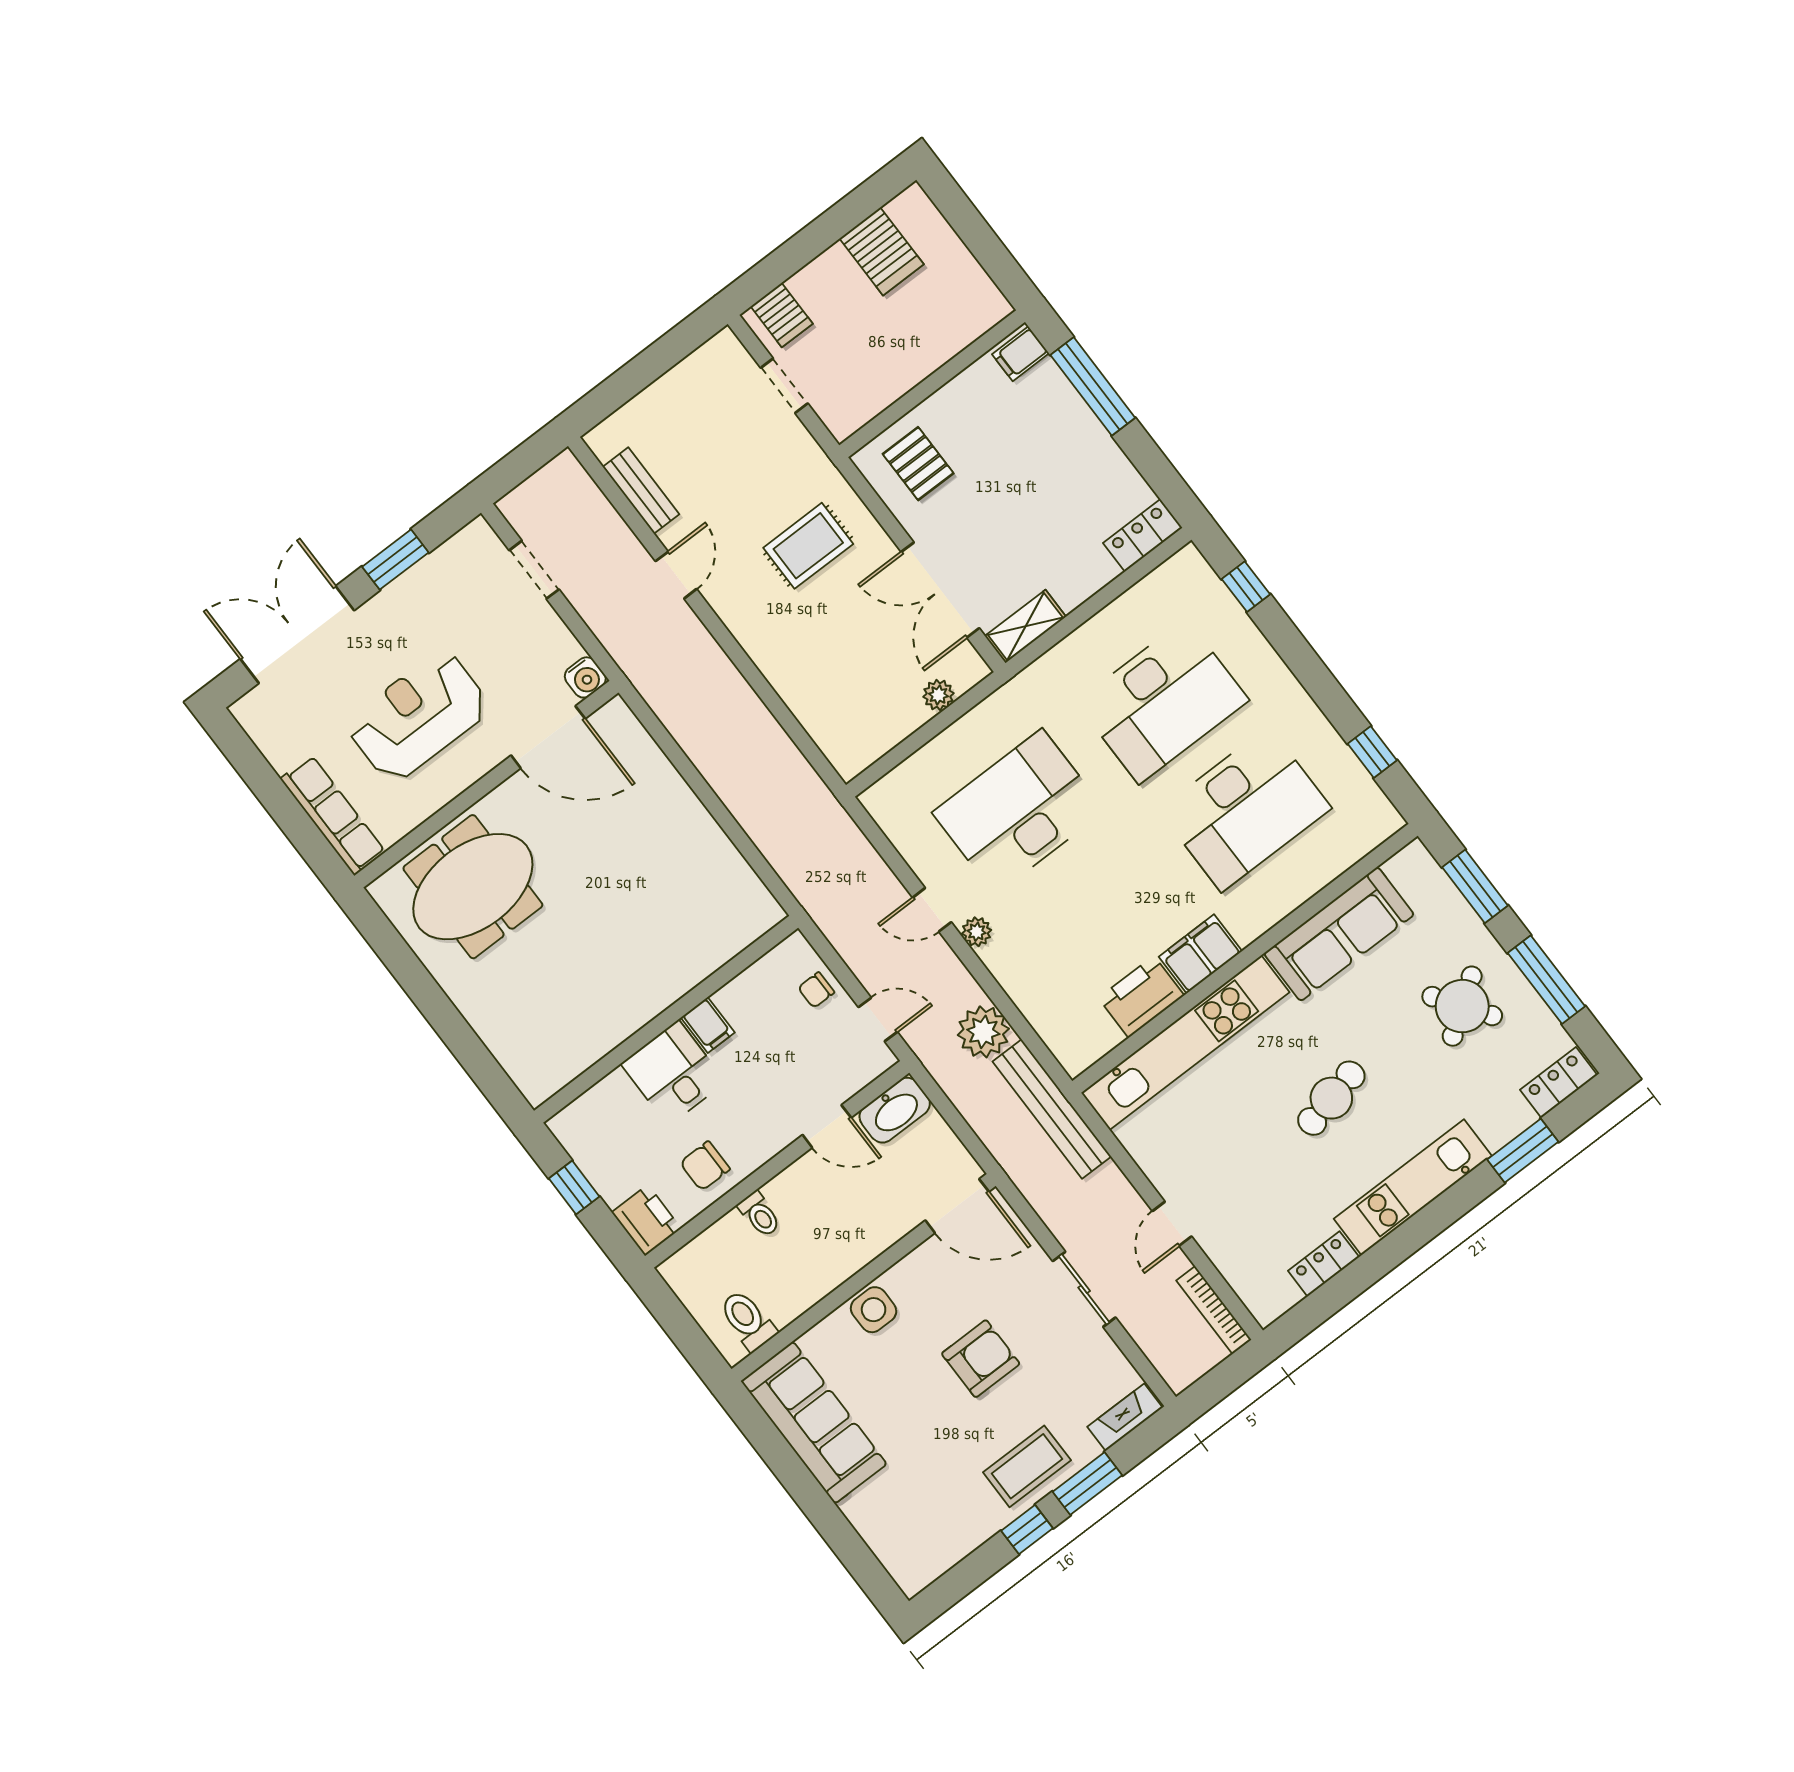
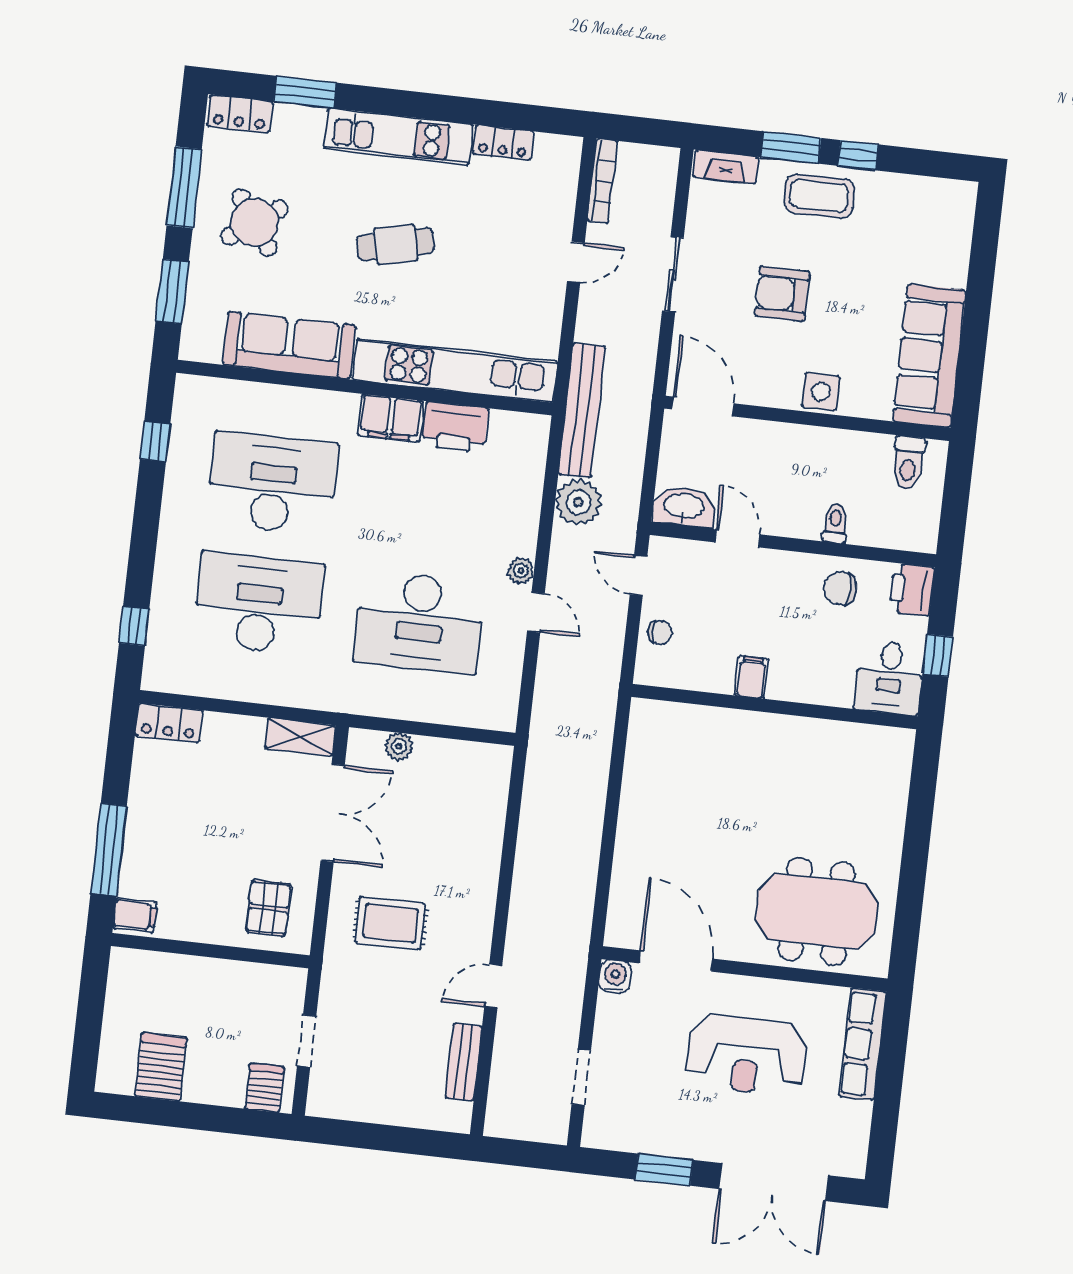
desk: (673, 1073) -> (889, 678), moved
chair: (705, 1166) -> (840, 588), turned 180

